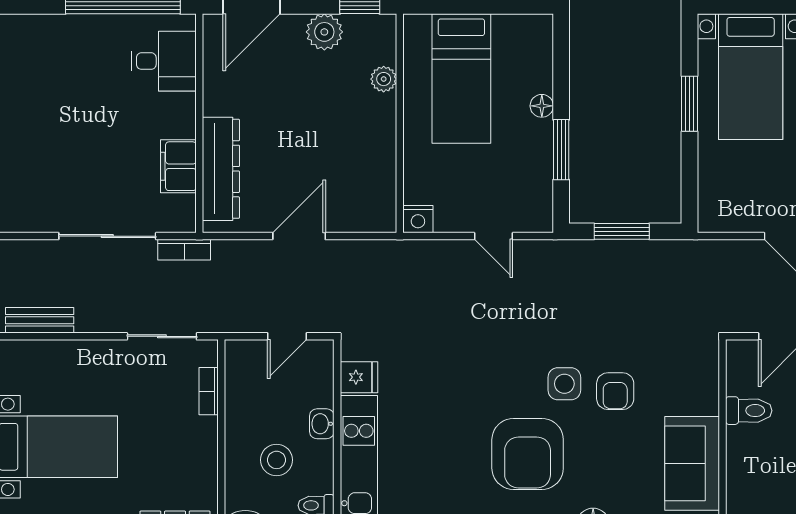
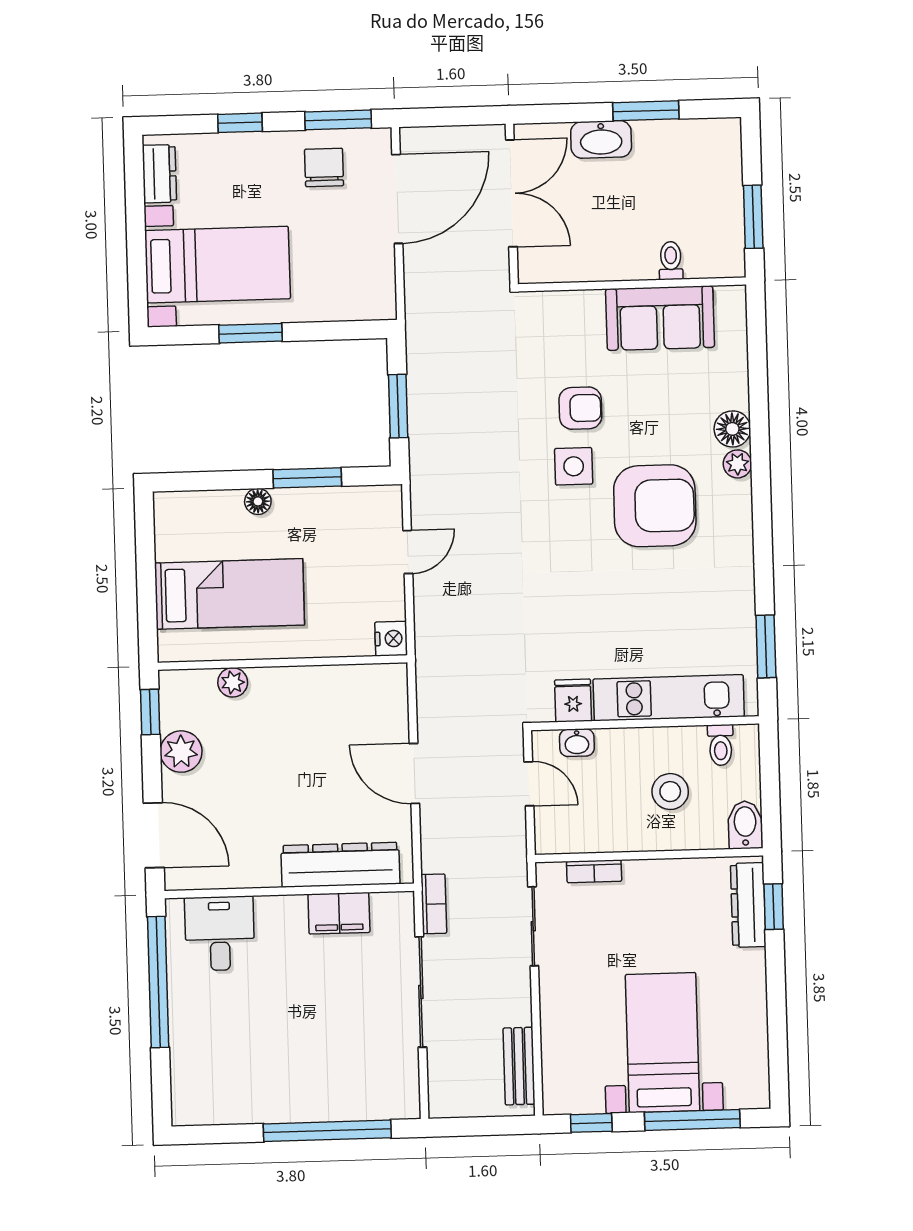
toilet: (749, 411) -> (671, 261), moved, width x0.73, depth x0.72
washbasin: (322, 424) -> (577, 743), moved

